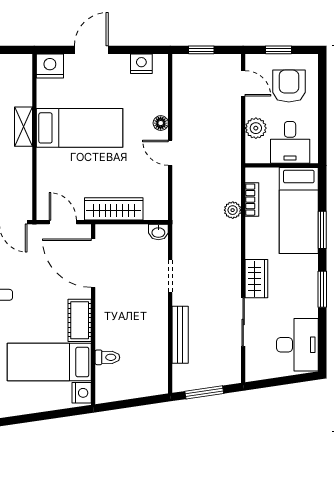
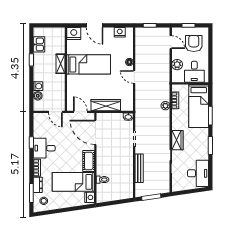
door: (91, 50) -> (95, 25), swing flipped

